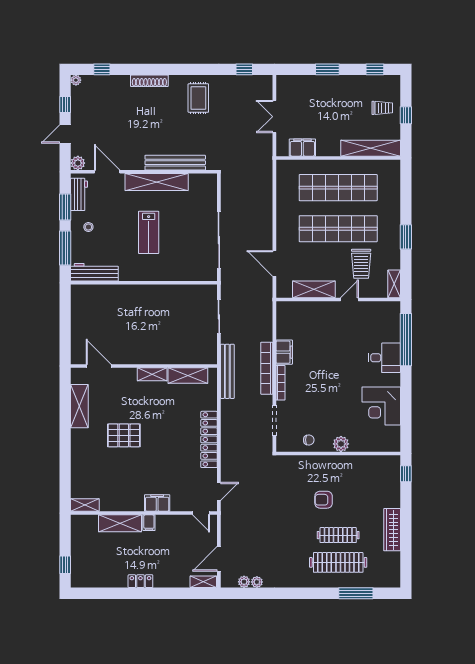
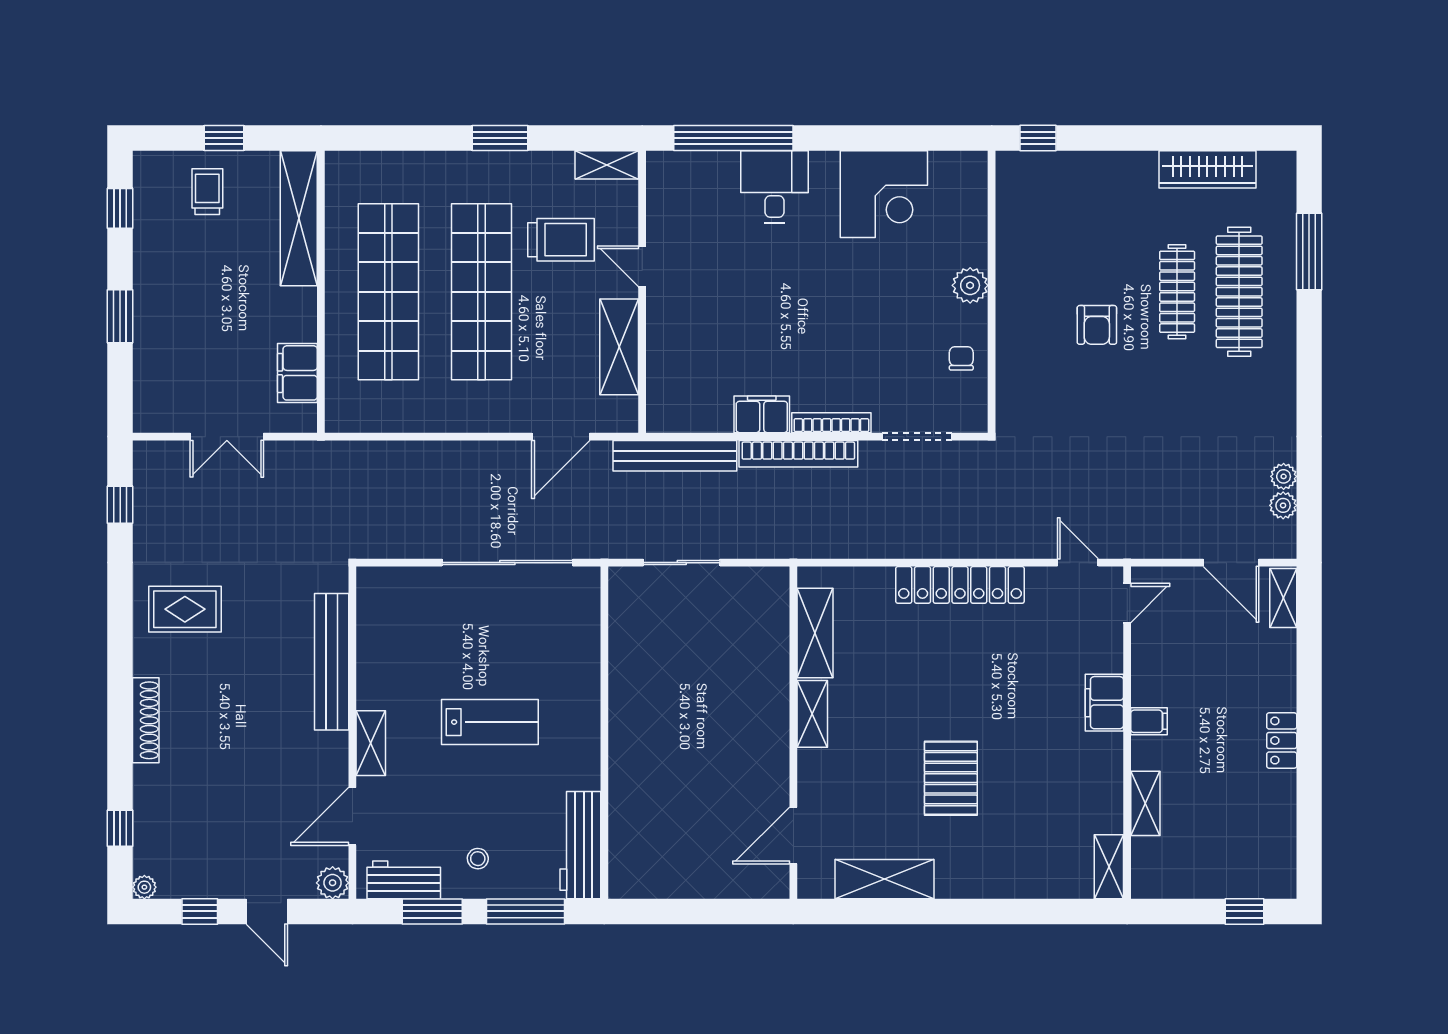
shelving: (157, 182) -> (371, 743), width x0.45, depth x0.75
bench: (227, 371) -> (675, 456), moved
shelving: (120, 523) -> (1145, 803), width x0.67, depth x0.75
wardrobe: (392, 530) -> (1207, 169), moved

